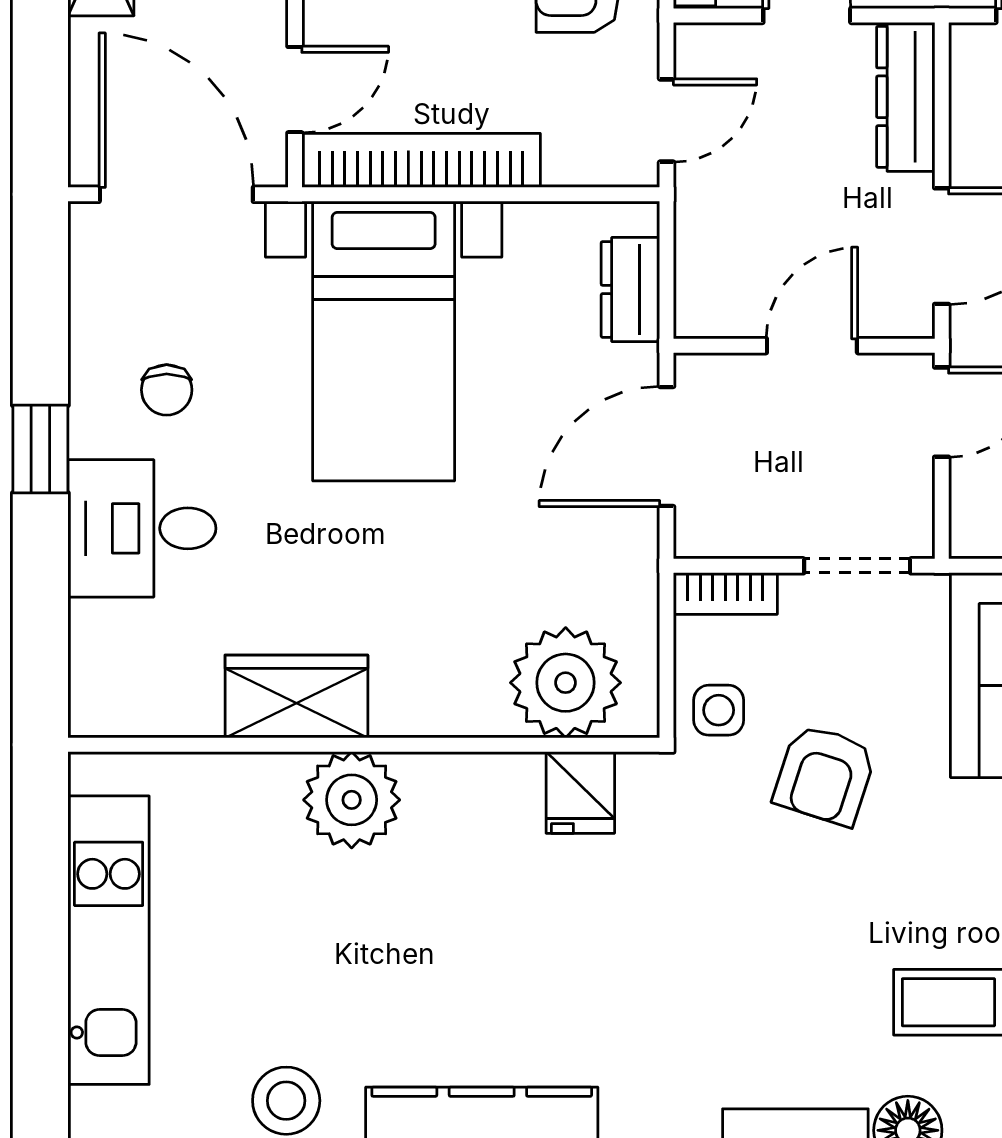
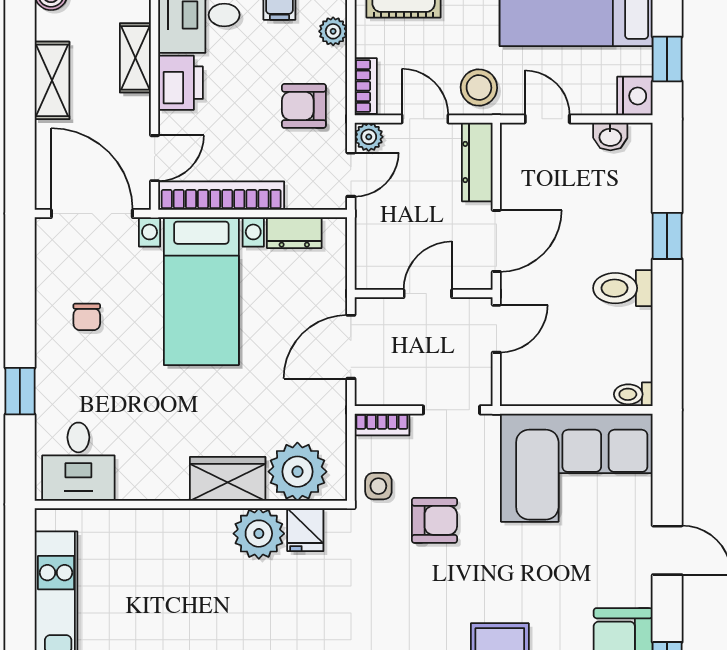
plant: (700, 49) -> (369, 137), added
dresser: (630, 289) -> (294, 233), moved, turned -90
window: (40, 449) -> (20, 391), moved
desk: (142, 528) -> (78, 462), moved, turned -90
wardrobe: (296, 696) -> (228, 479), moved
armchair: (825, 775) -> (434, 520), turned -108
plant: (352, 800) -> (259, 534), moved

